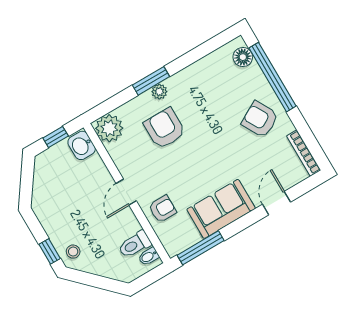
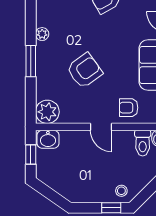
plant: (159, 92) -> (42, 34), moved
armchair: (165, 128) -> (85, 71), moved, turned 144
armchair: (162, 209) -> (129, 108), turned -90

